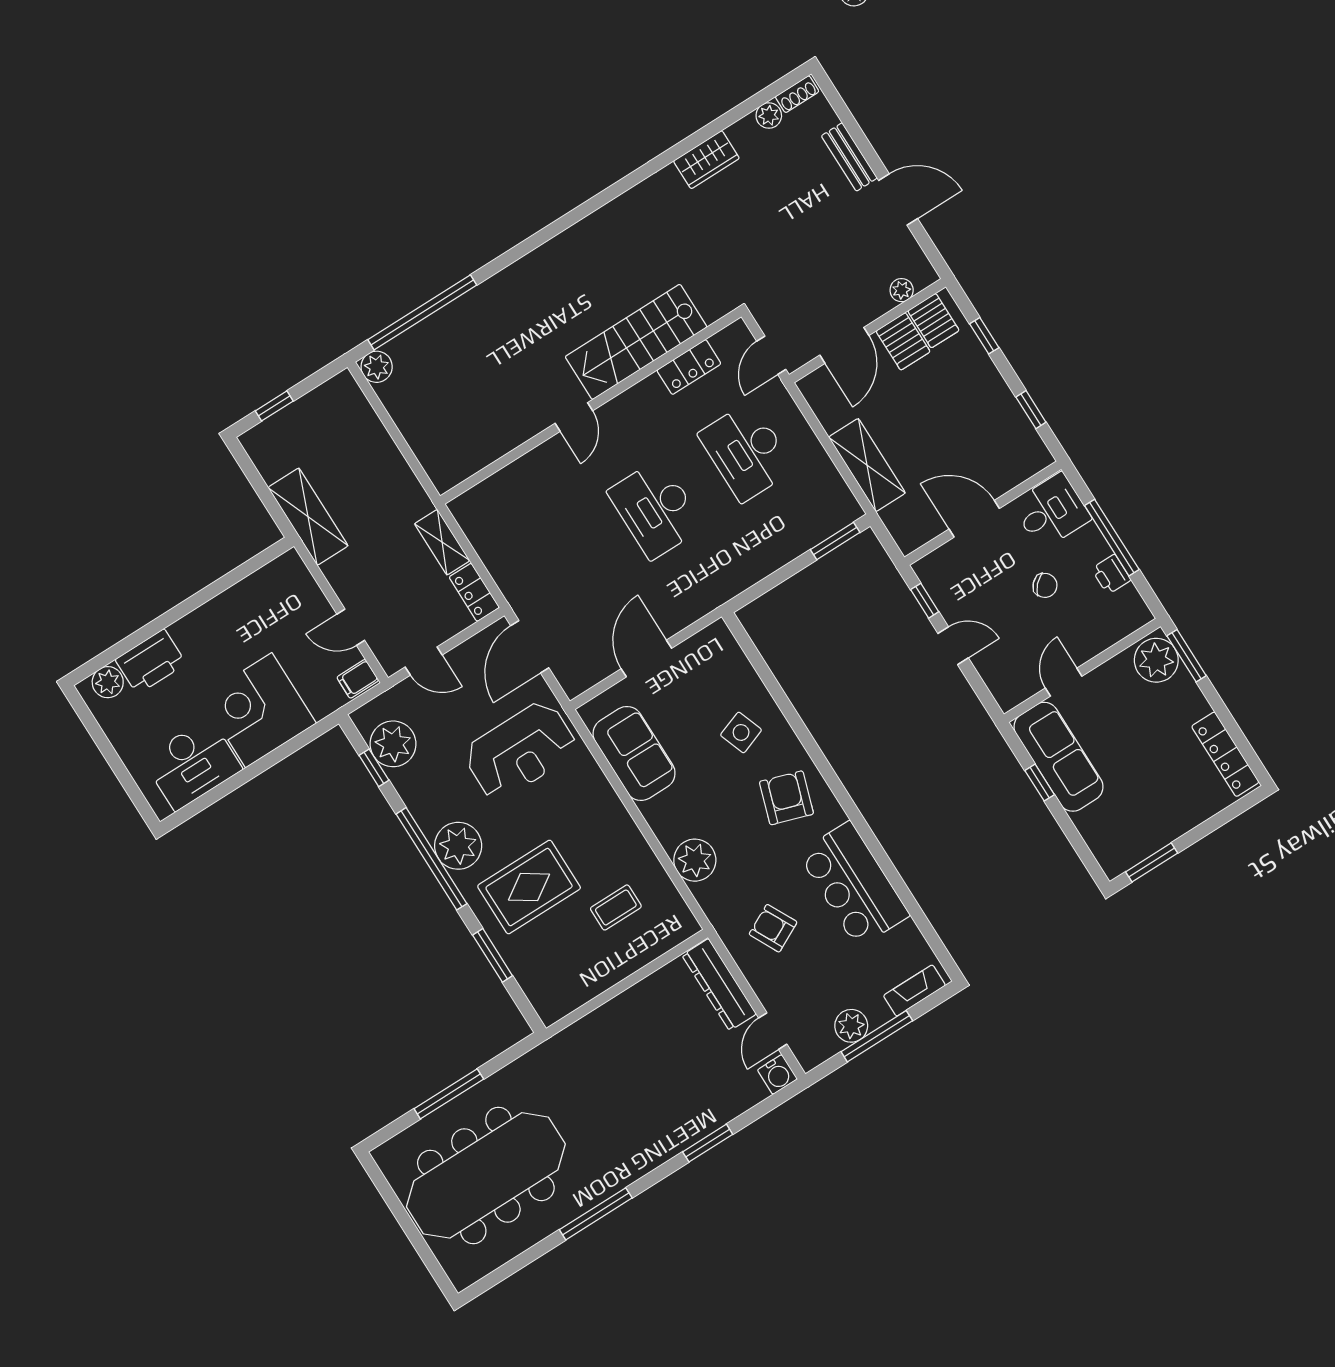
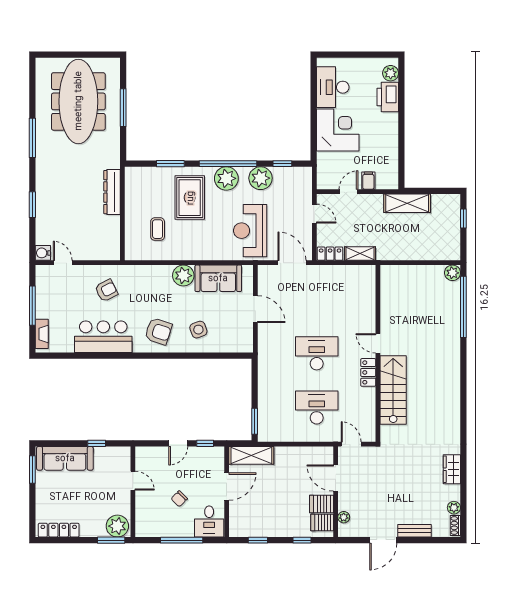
locker: (689, 367) -> (368, 372), moved
shelving: (867, 465) -> (251, 455), moved
printer: (1111, 574) -> (166, 530), removed
door: (424, 661) -> (314, 214), swing flipped
filing cabinet: (358, 679) -> (368, 181), moved
plant: (393, 744) -> (261, 178), moved
sofa: (1059, 757) -> (65, 458), moved
plant: (695, 860) -> (183, 276), moved
dresser: (719, 985) -> (112, 192), moved, turned -90
plant: (851, 1026) -> (44, 298), removed

